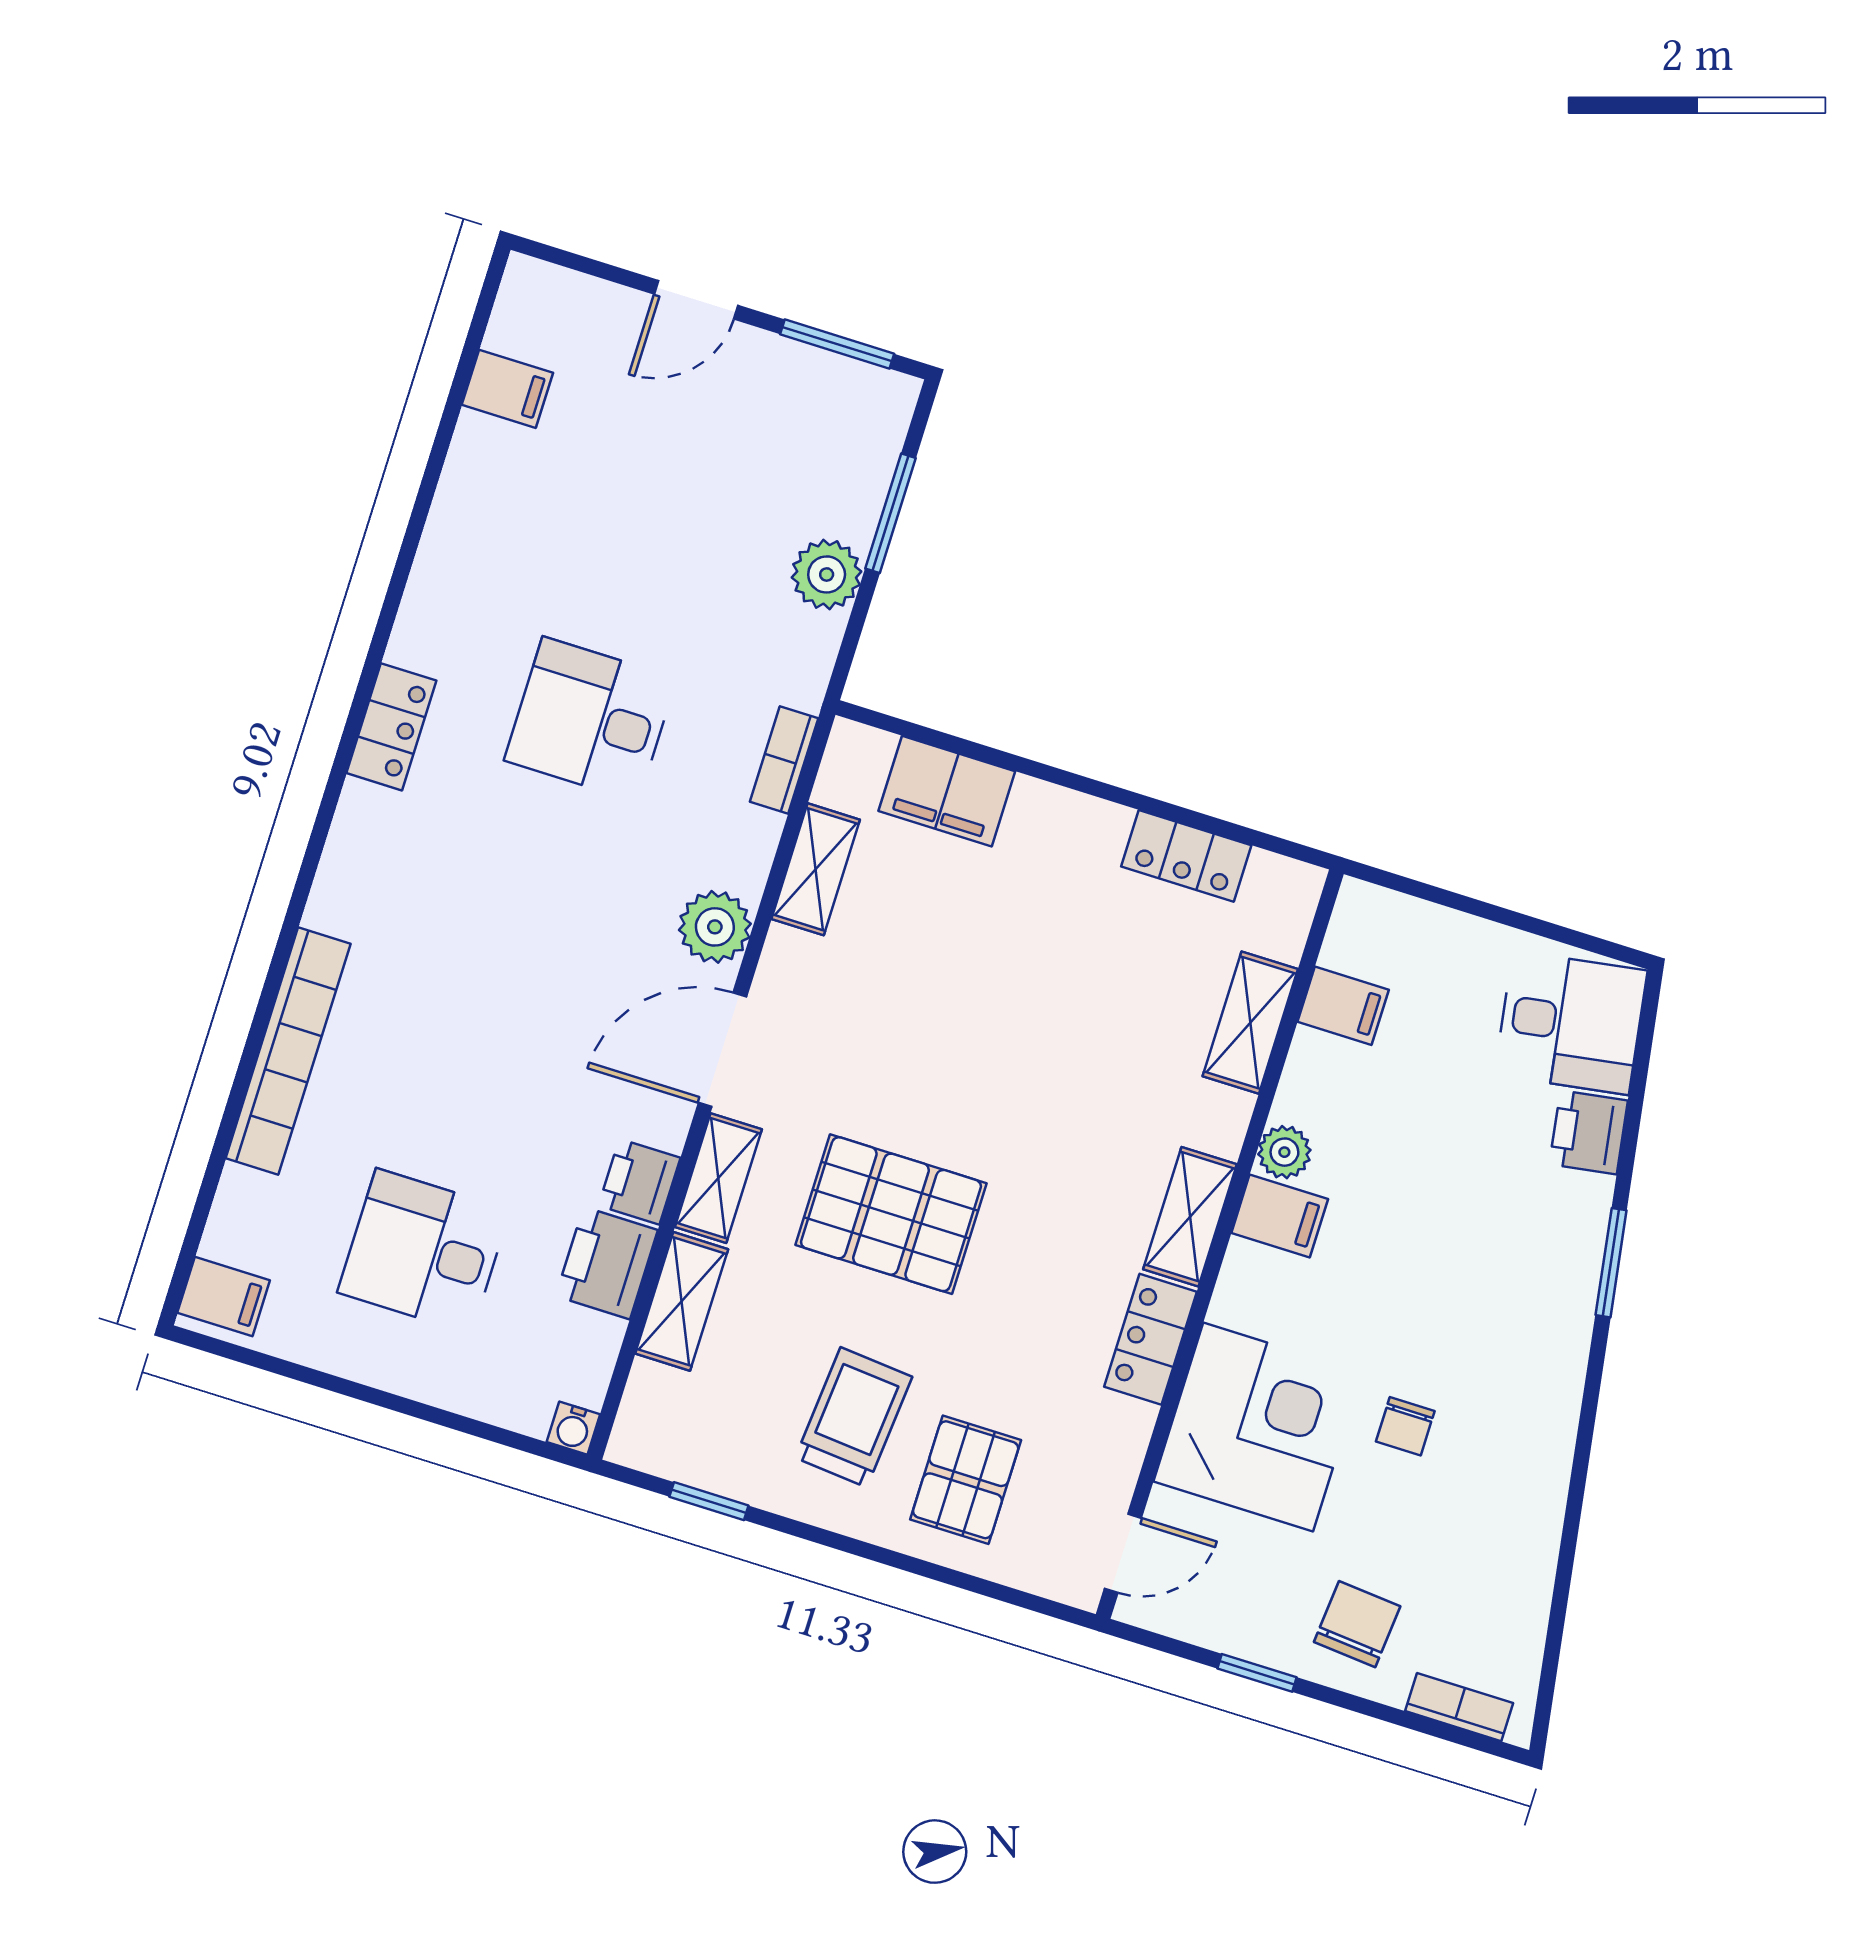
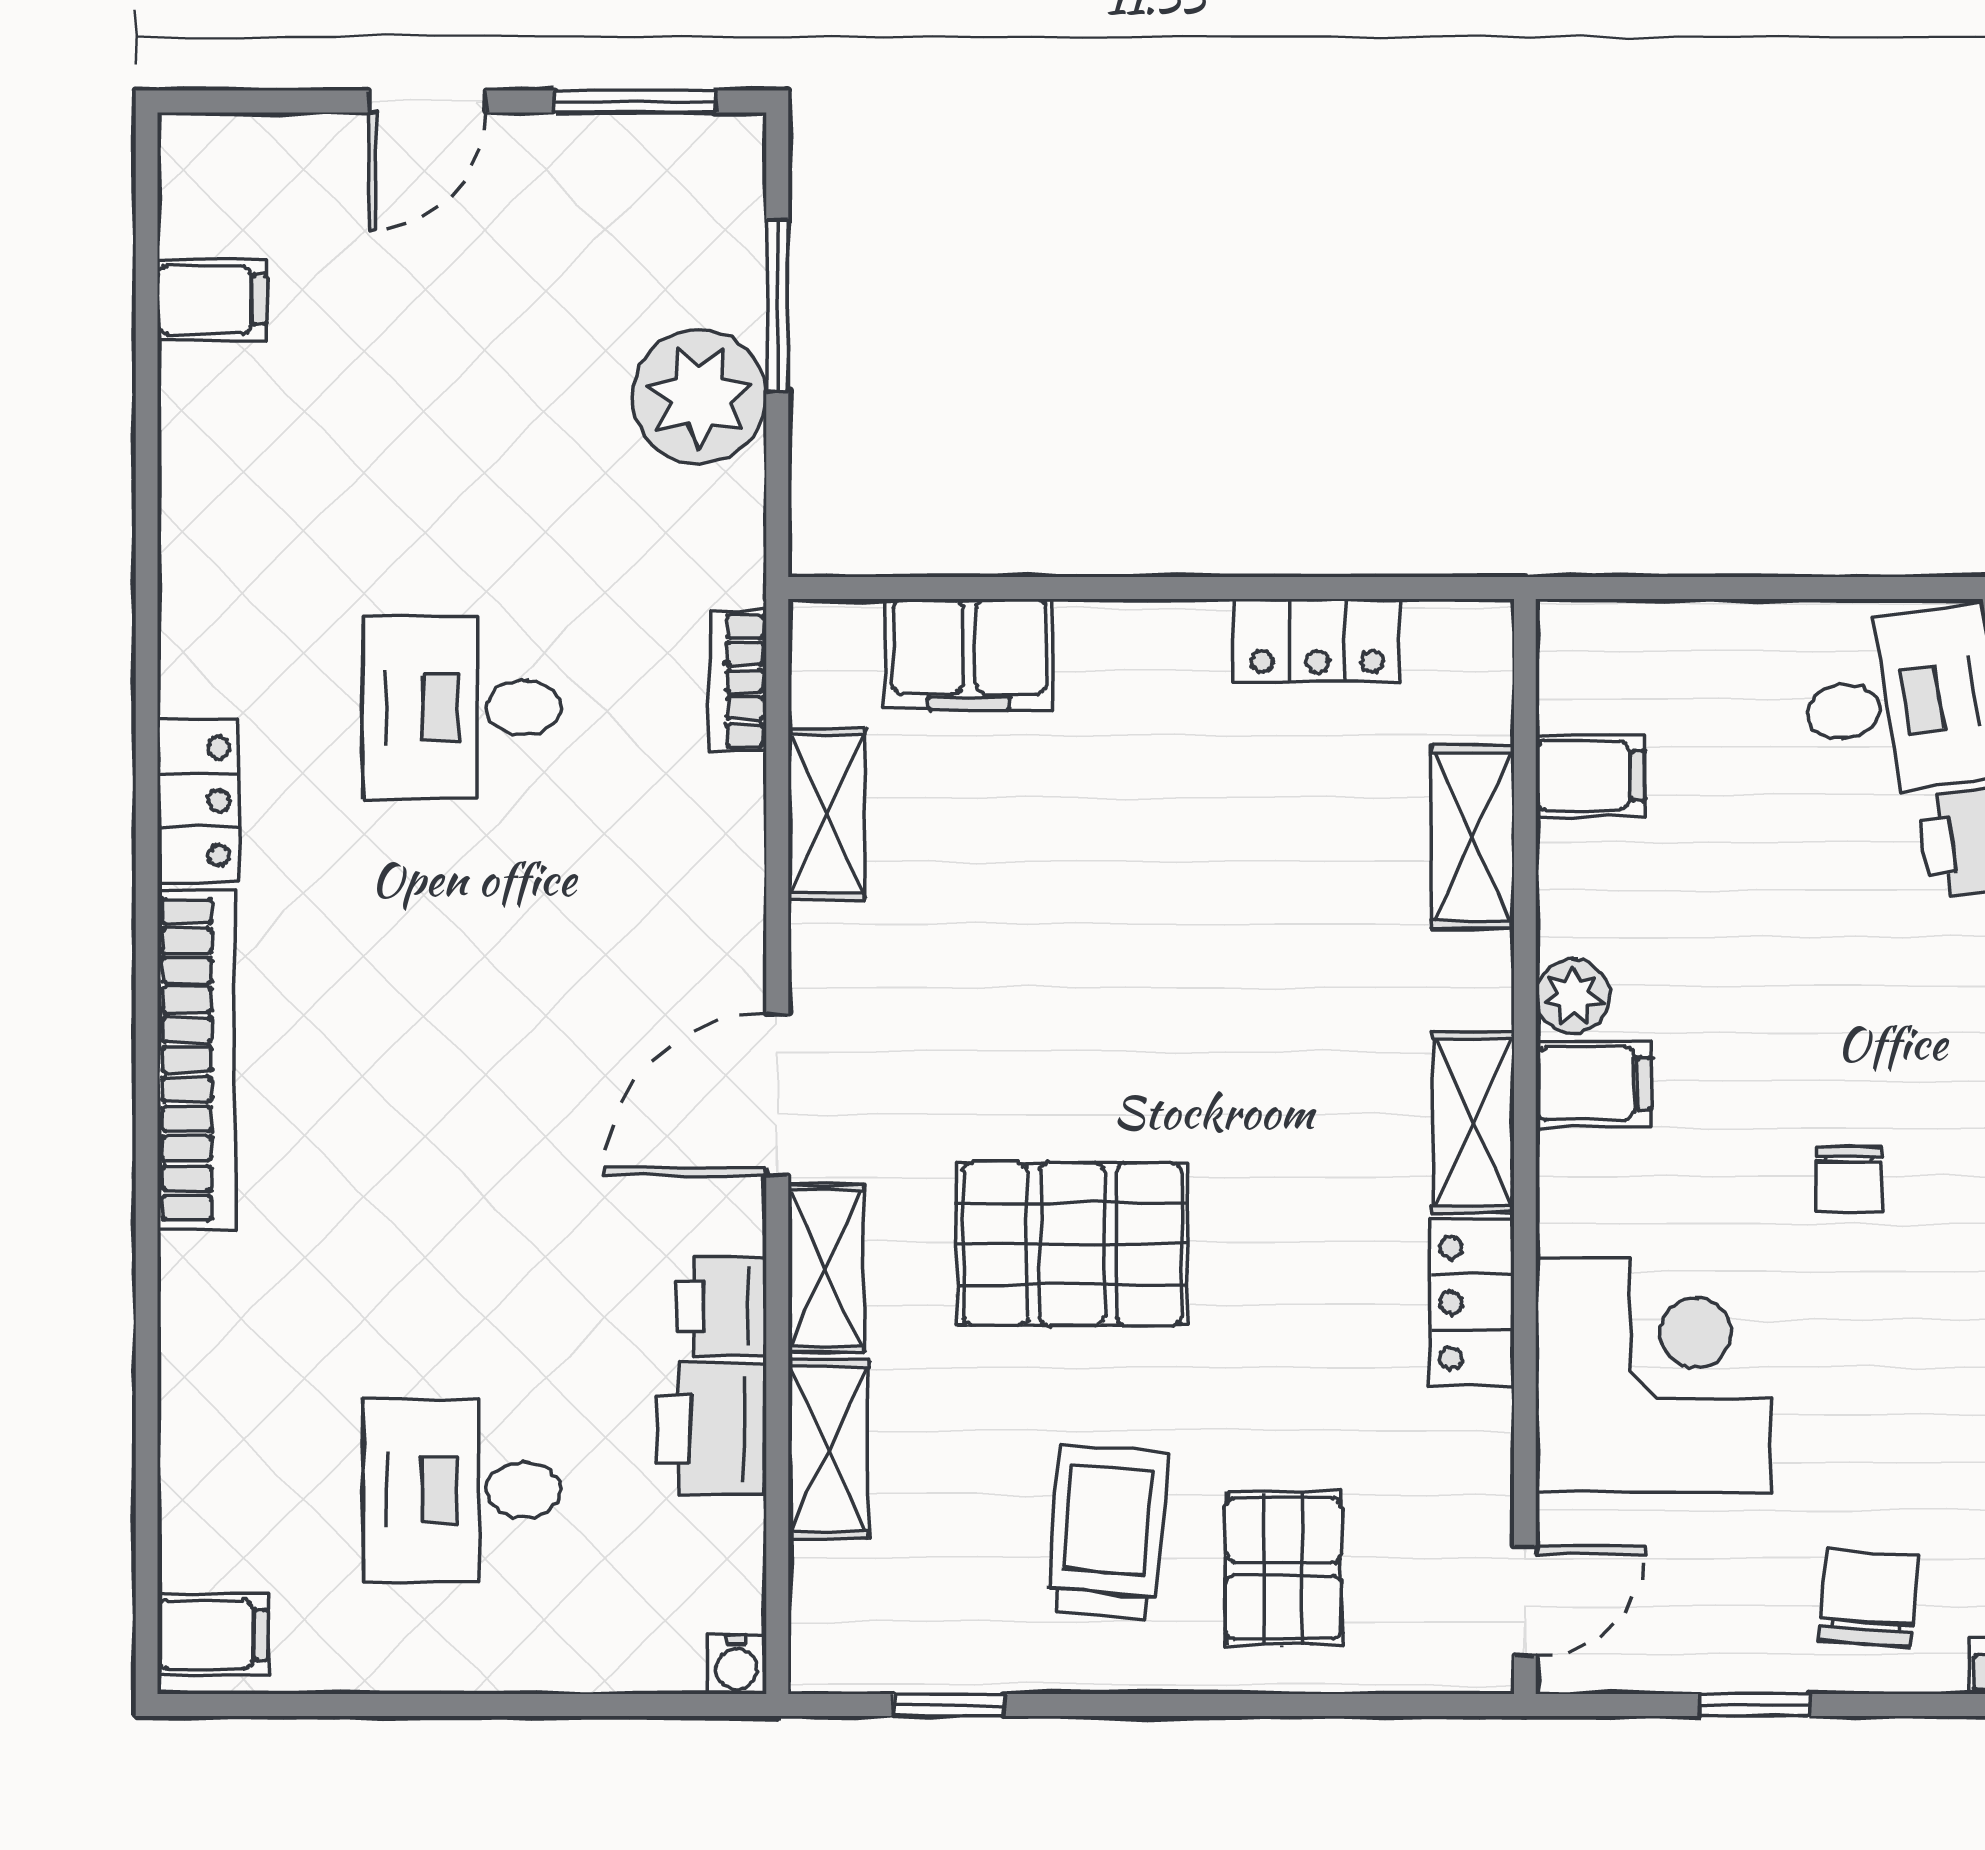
plant: (827, 574) -> (699, 397), width x1.36, depth x1.36
plant: (715, 927) -> (716, 933), removed
bookcase: (288, 1051) -> (196, 1059), moved
chair: (1405, 1426) -> (1849, 1179), moved

